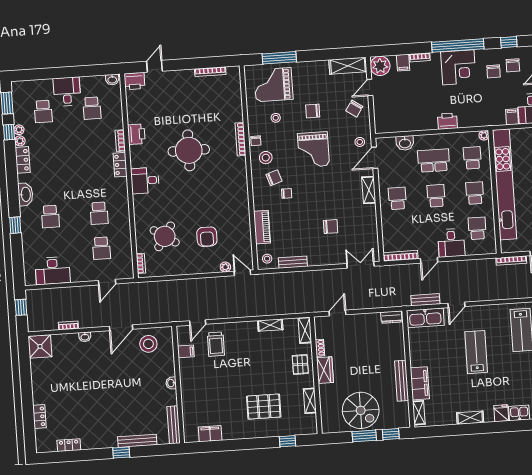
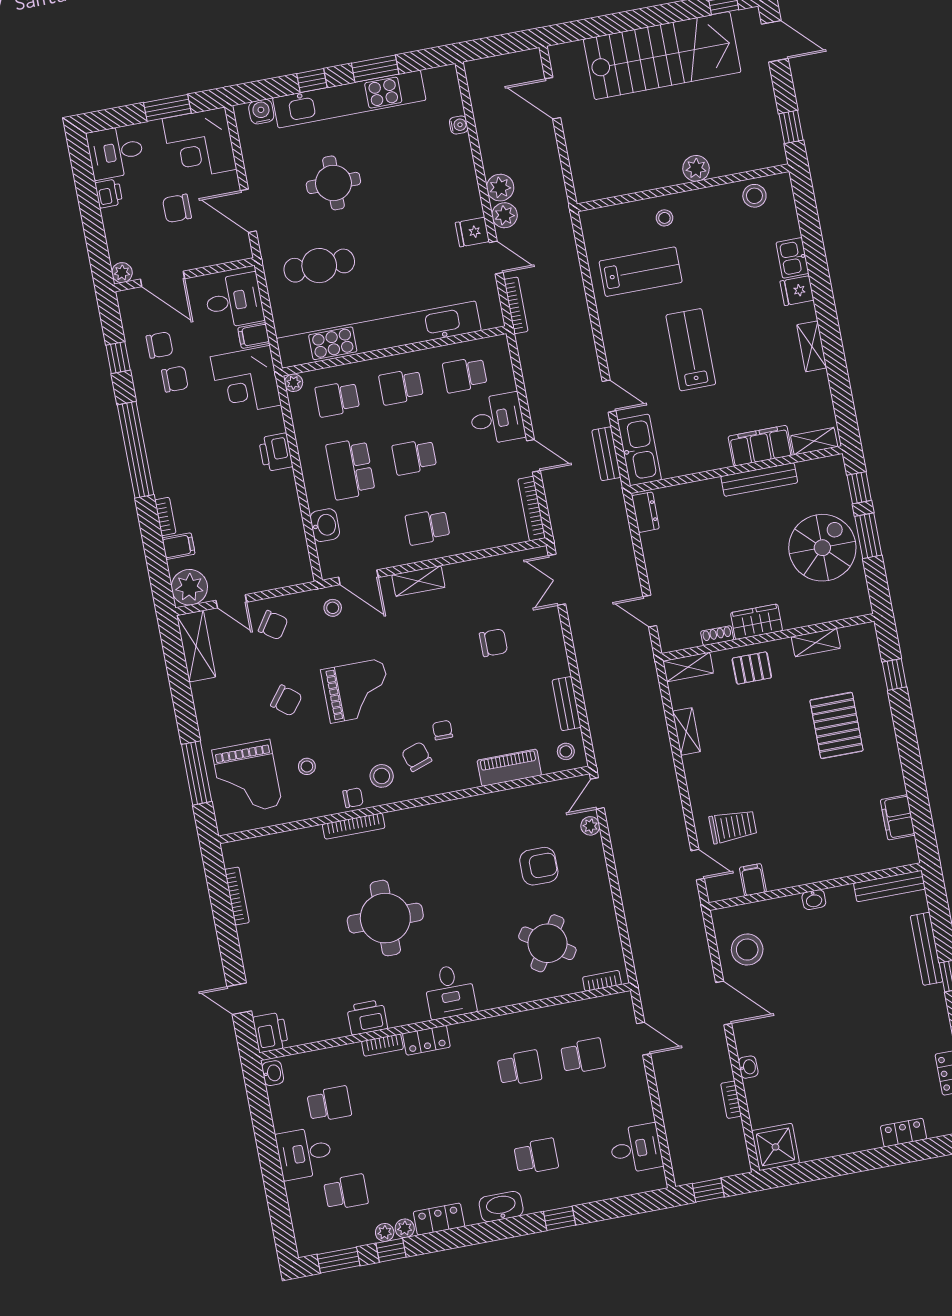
corner desk: (458, 67) -> (246, 381), moved, turned 180
chair: (313, 111) -> (286, 701), turned -52
chair: (331, 227) -> (493, 643), turned 90
desk: (53, 271) -> (636, 1149), width x0.73
lab bench: (476, 352) -> (691, 350), turned 90

